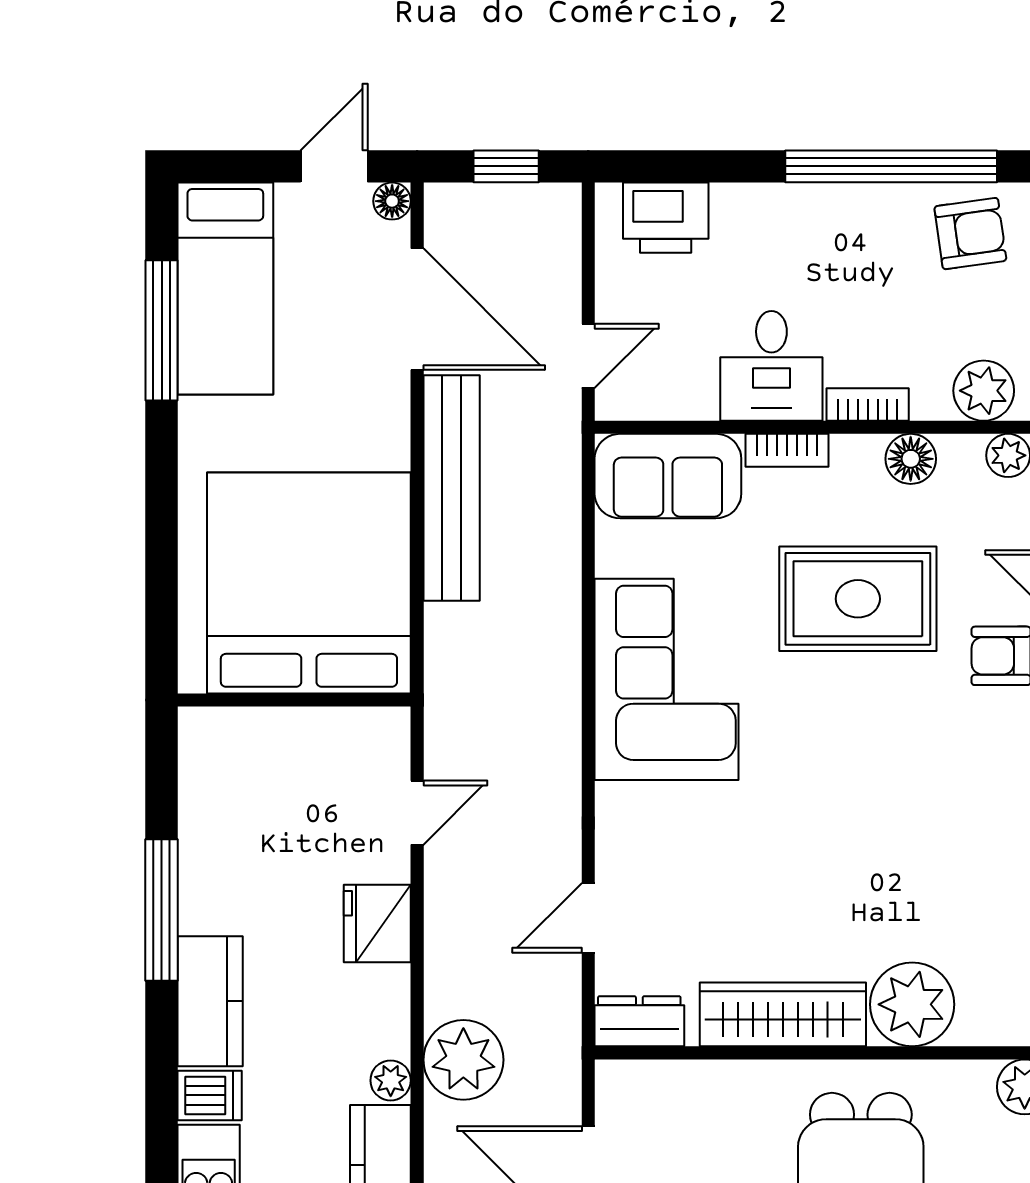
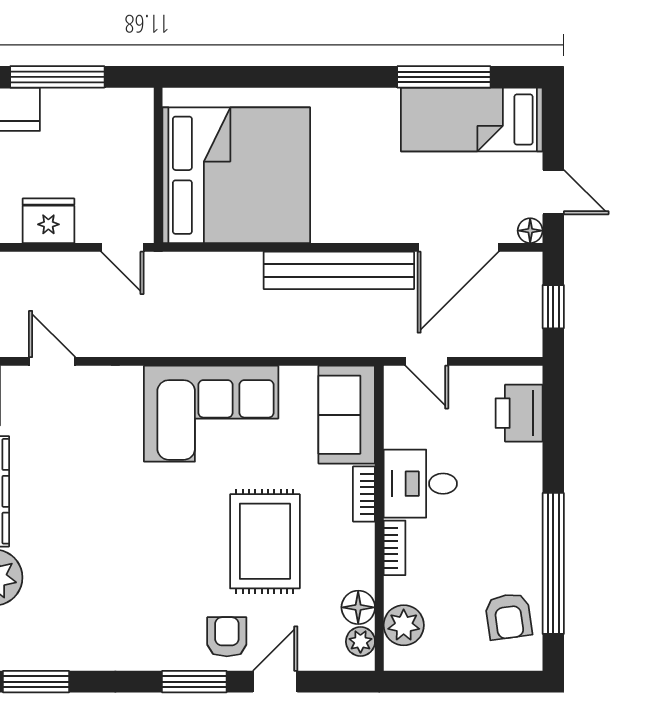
floor lamp: (911, 459) -> (358, 607), moved
bed: (309, 583) -> (236, 175), moved
wall: (294, 700) -> (158, 165), moved

